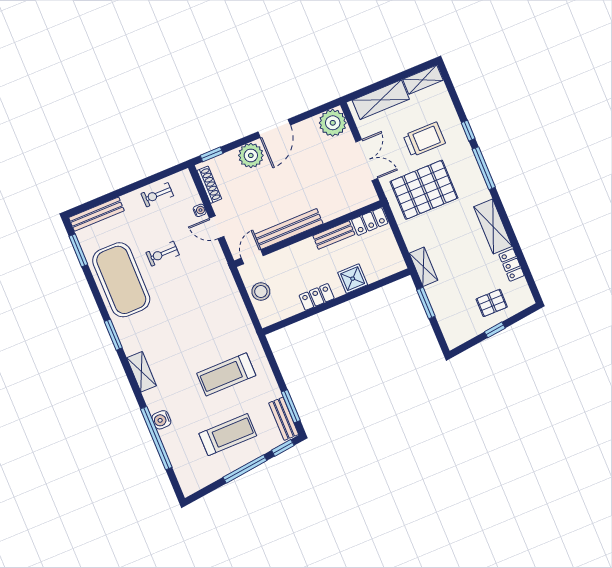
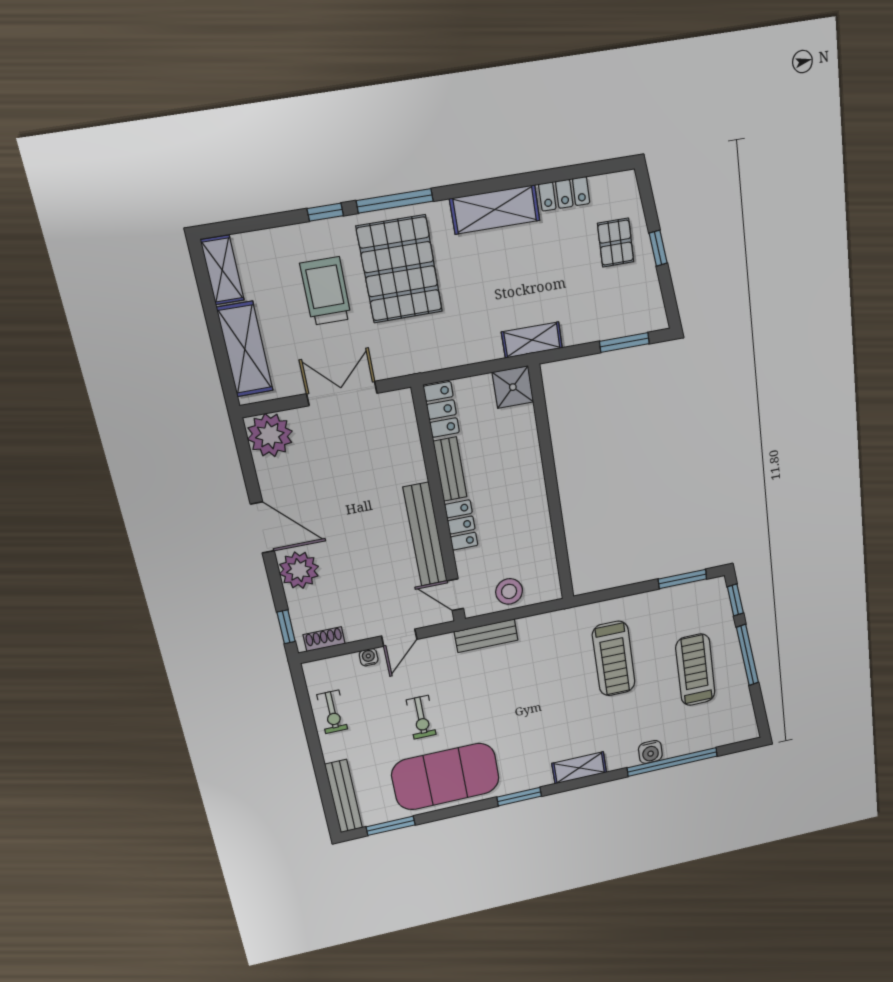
shoe rack: (209, 185) -> (324, 639), width x0.70
pallet: (424, 190) -> (400, 269), moved
shower: (353, 279) -> (513, 387), moved
locker: (317, 297) -> (461, 525), moved, turned 180
window: (426, 303) -> (624, 342), moved
bench: (284, 419) -> (486, 636), moved

